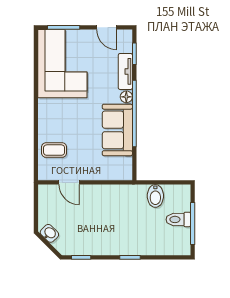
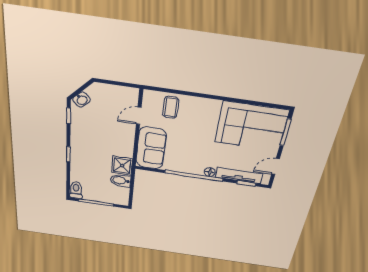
tv unit: (125, 71) -> (239, 176), width x1.41
sofa: (117, 130) -> (151, 148), moved, turned 90
shower: (135, 196) -> (122, 166), added
toilet: (178, 219) -> (76, 190), moved
washbasin: (49, 233) -> (82, 100), moved

